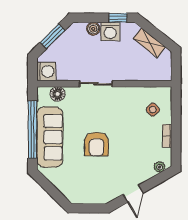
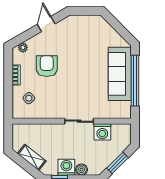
washing machine: (46, 71) -> (102, 132), moved, turned -90
floor lamp: (58, 94) -> (113, 112), removed
armchair: (96, 144) -> (47, 66), moved

